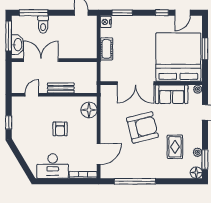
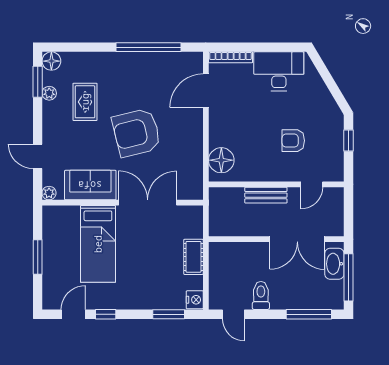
toilet: (43, 25) -> (261, 295), moved
bed: (178, 57) -> (98, 244), width x0.49
armchair: (60, 129) -> (293, 141), moved, turned -90

